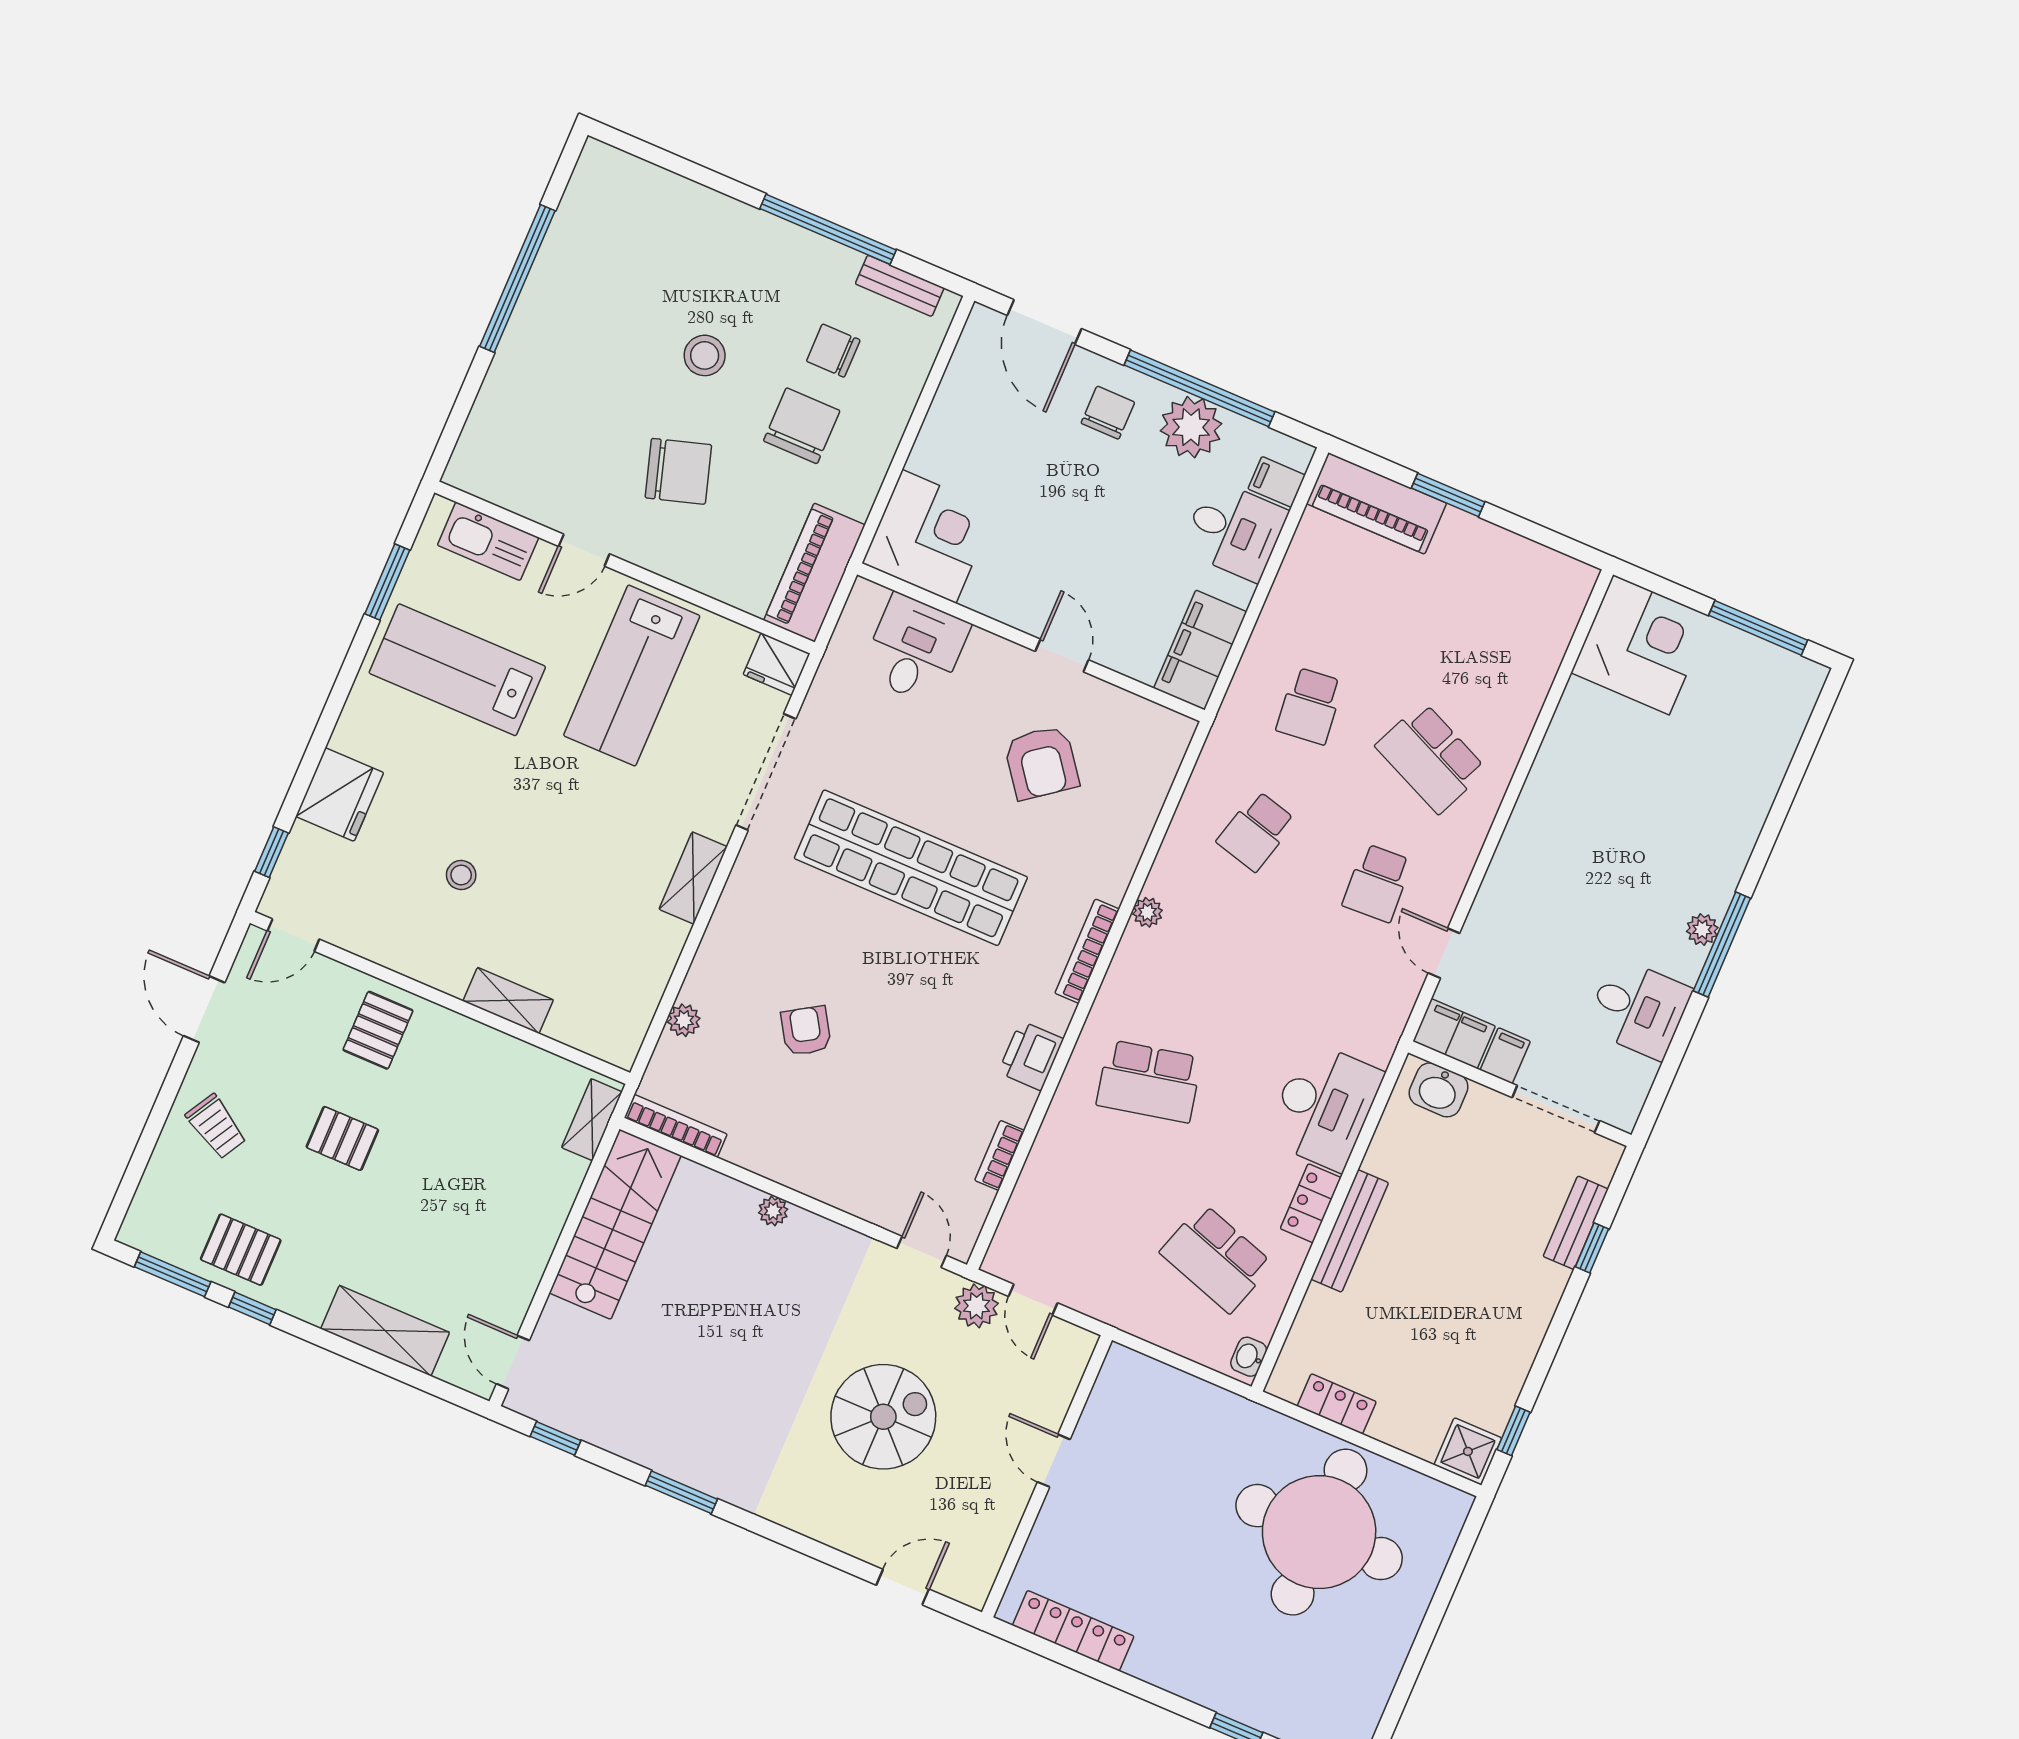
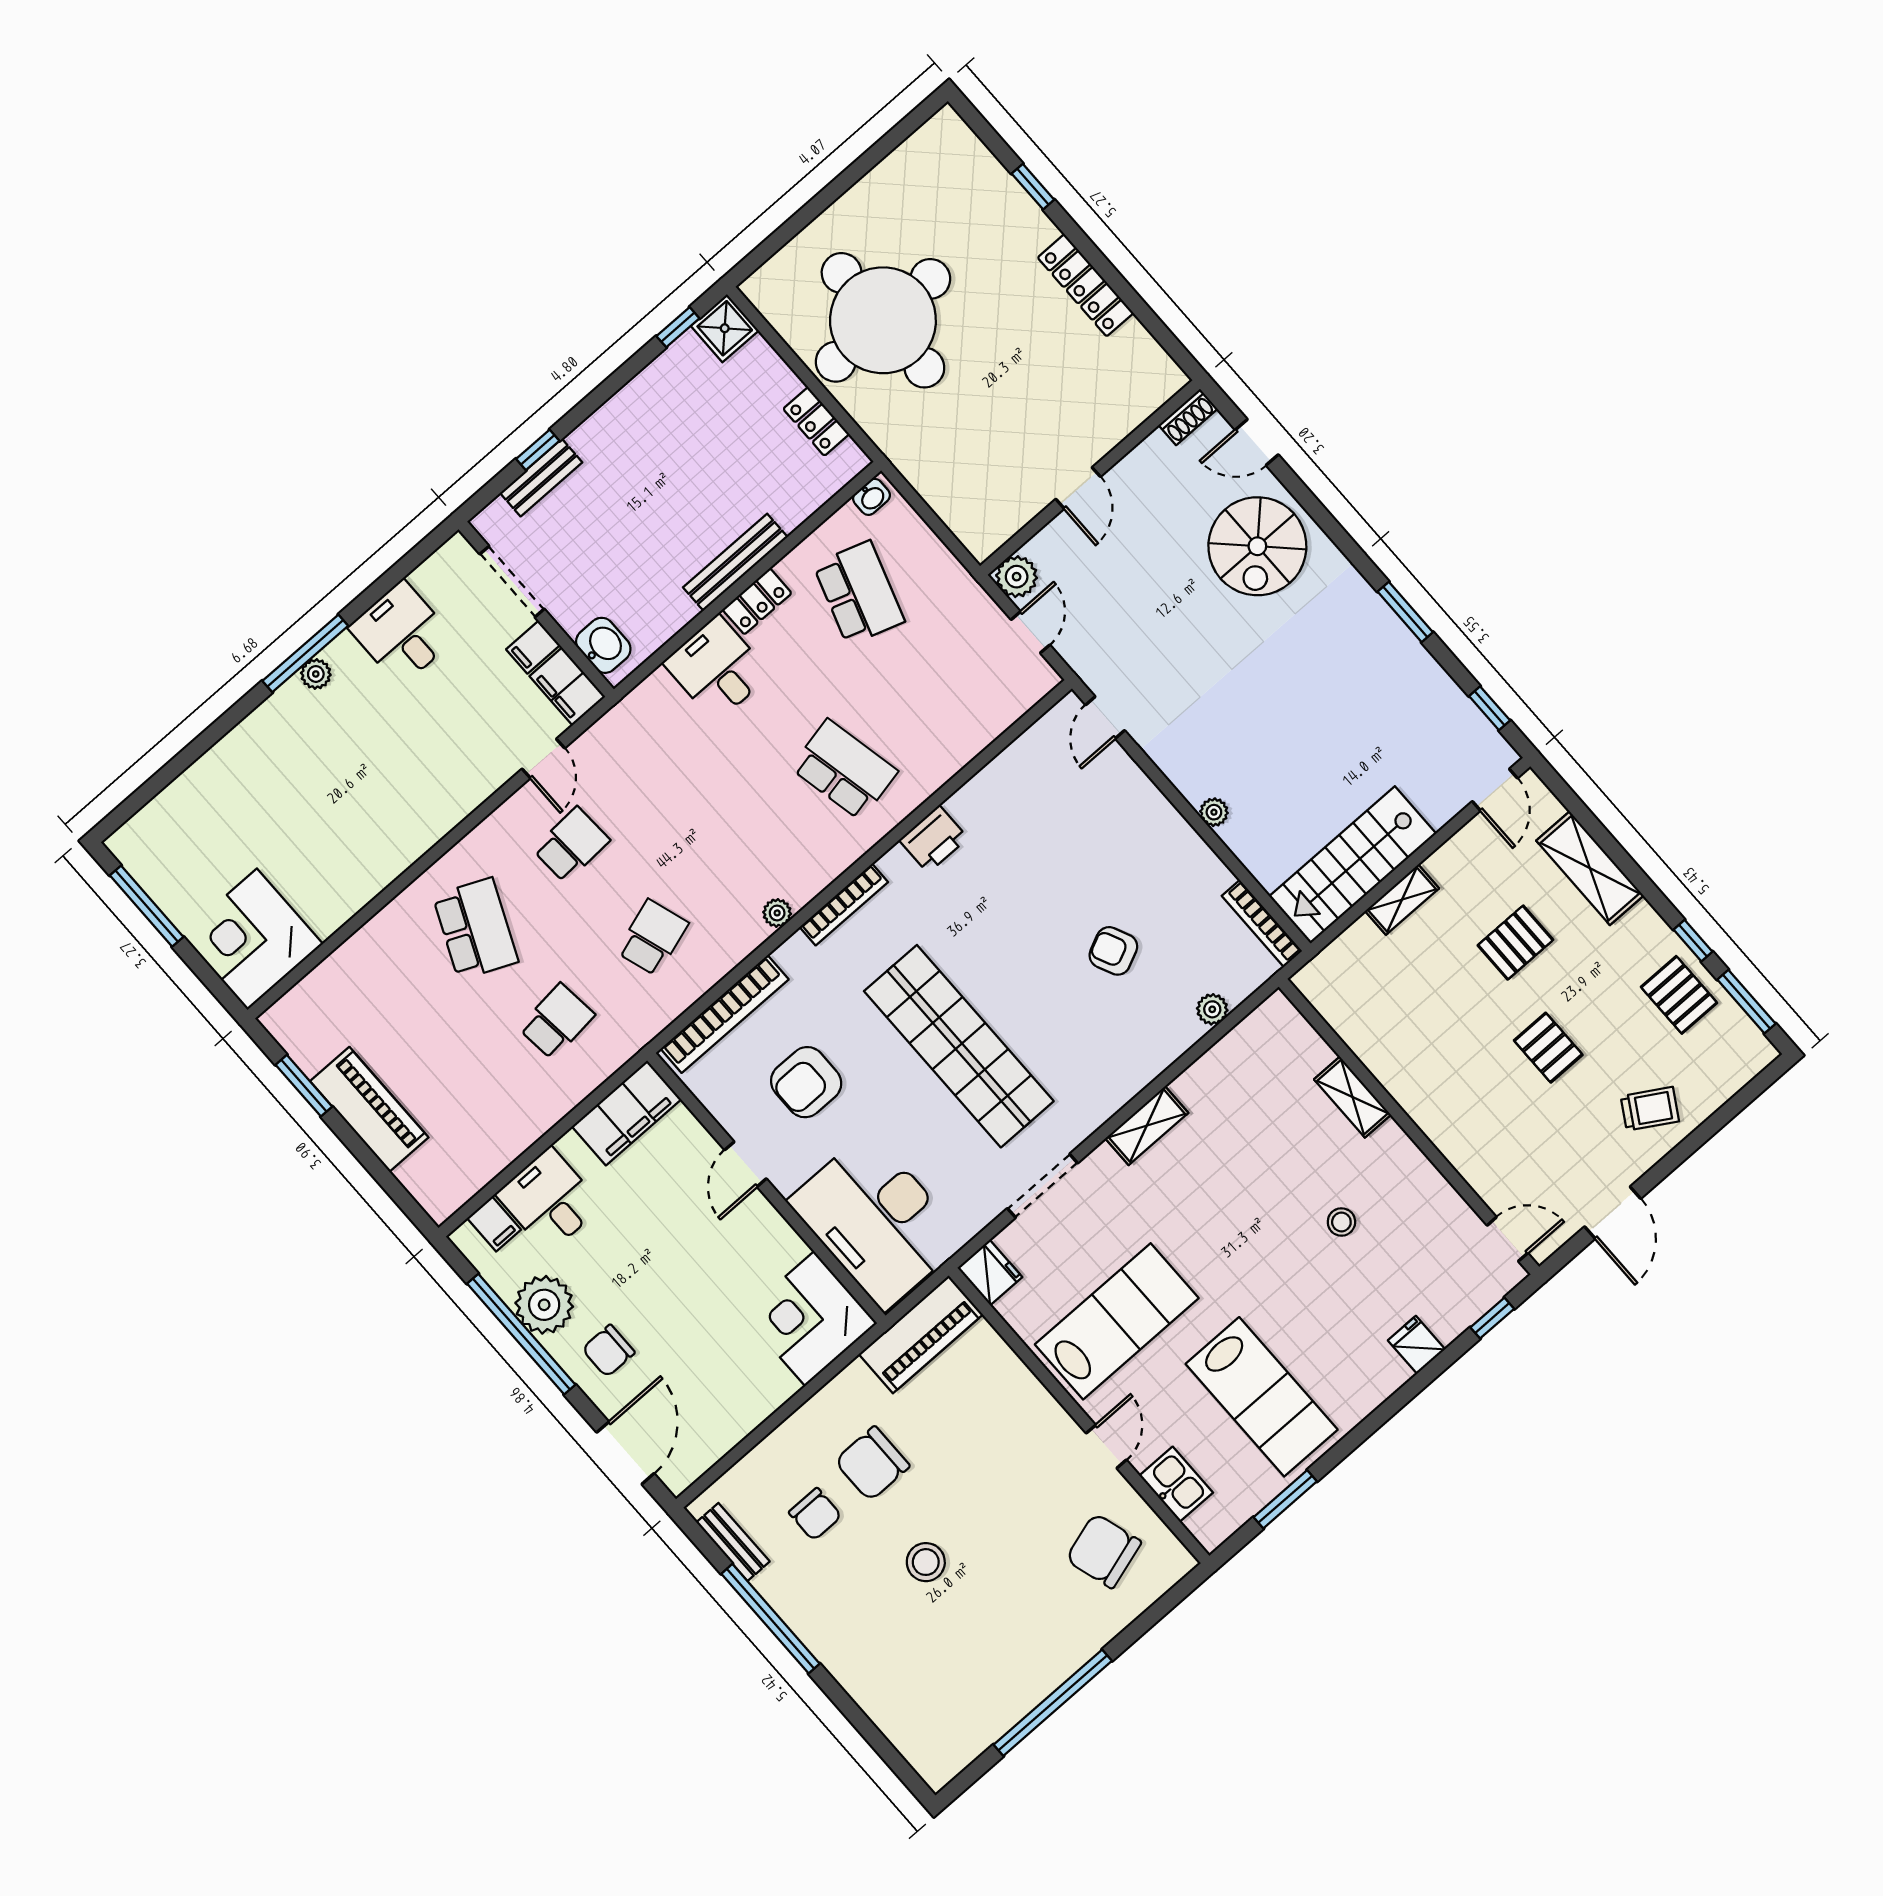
chair: (678, 471) -> (1103, 1551), moved
window: (1448, 495) -> (304, 1086), moved
piano: (1376, 503) -> (369, 1109), moved
kitchen sink: (488, 541) -> (1176, 1484), width x0.73
door: (584, 550) -> (1106, 1447), hinge flipped
desk: (915, 649) -> (877, 1220), width x1.87, depth x1.30
armchair: (1041, 763) -> (806, 1082), turned -143
doorway: (766, 772) -> (1043, 1186), width x0.73
fridge: (340, 794) -> (1416, 1345), width x0.53, depth x0.75
school desk: (1256, 831) -> (652, 938), turned -33
pallet: (378, 1030) -> (1515, 943), moved
armchair: (806, 1031) -> (1113, 951), turned 97
desk: (1324, 1106) -> (717, 668), width x0.73
shelving: (592, 1120) -> (1402, 900), moved
trolley: (216, 1127) -> (1650, 1109), turned 91
bookcase: (1000, 1155) -> (725, 1014), moved, width x2.31, depth x1.31
plant: (976, 1306) -> (1017, 577), moved
spiral stairs: (883, 1417) -> (1257, 546), moved, turned -90
shoe rack: (981, 1580) -> (1188, 417), added
locker: (1073, 1631) -> (1086, 285), moved

